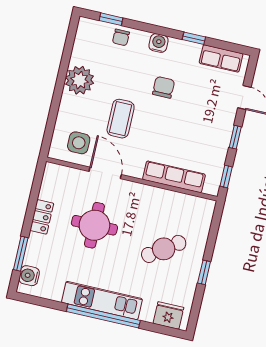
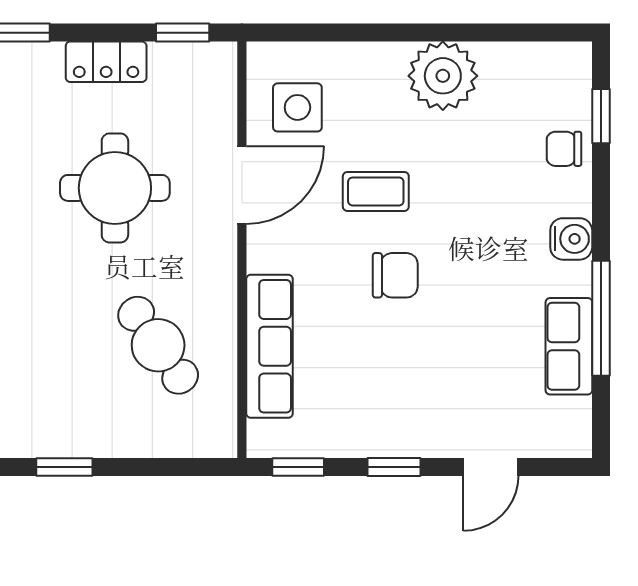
window: (194, 38) -> (601, 318), width x2.17
row of seats: (221, 58) -> (569, 346), moved
chair: (164, 87) -> (395, 275), moved
coffee table: (121, 119) -> (376, 191), width x0.73, depth x0.77
window: (37, 183) -> (183, 33), added
cafe table: (164, 249) -> (158, 345), moved

